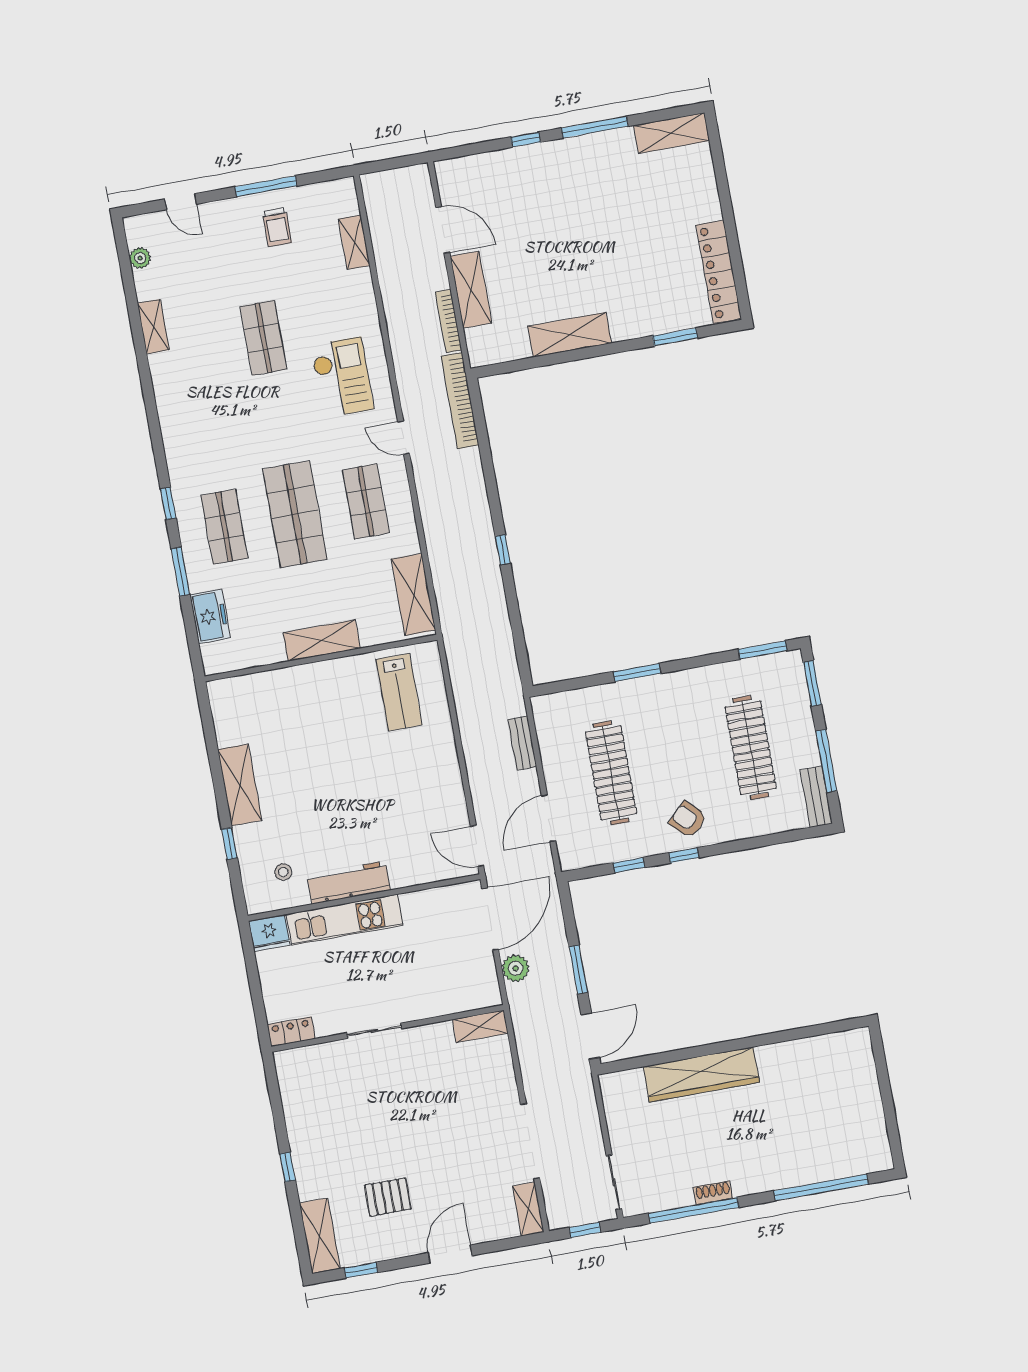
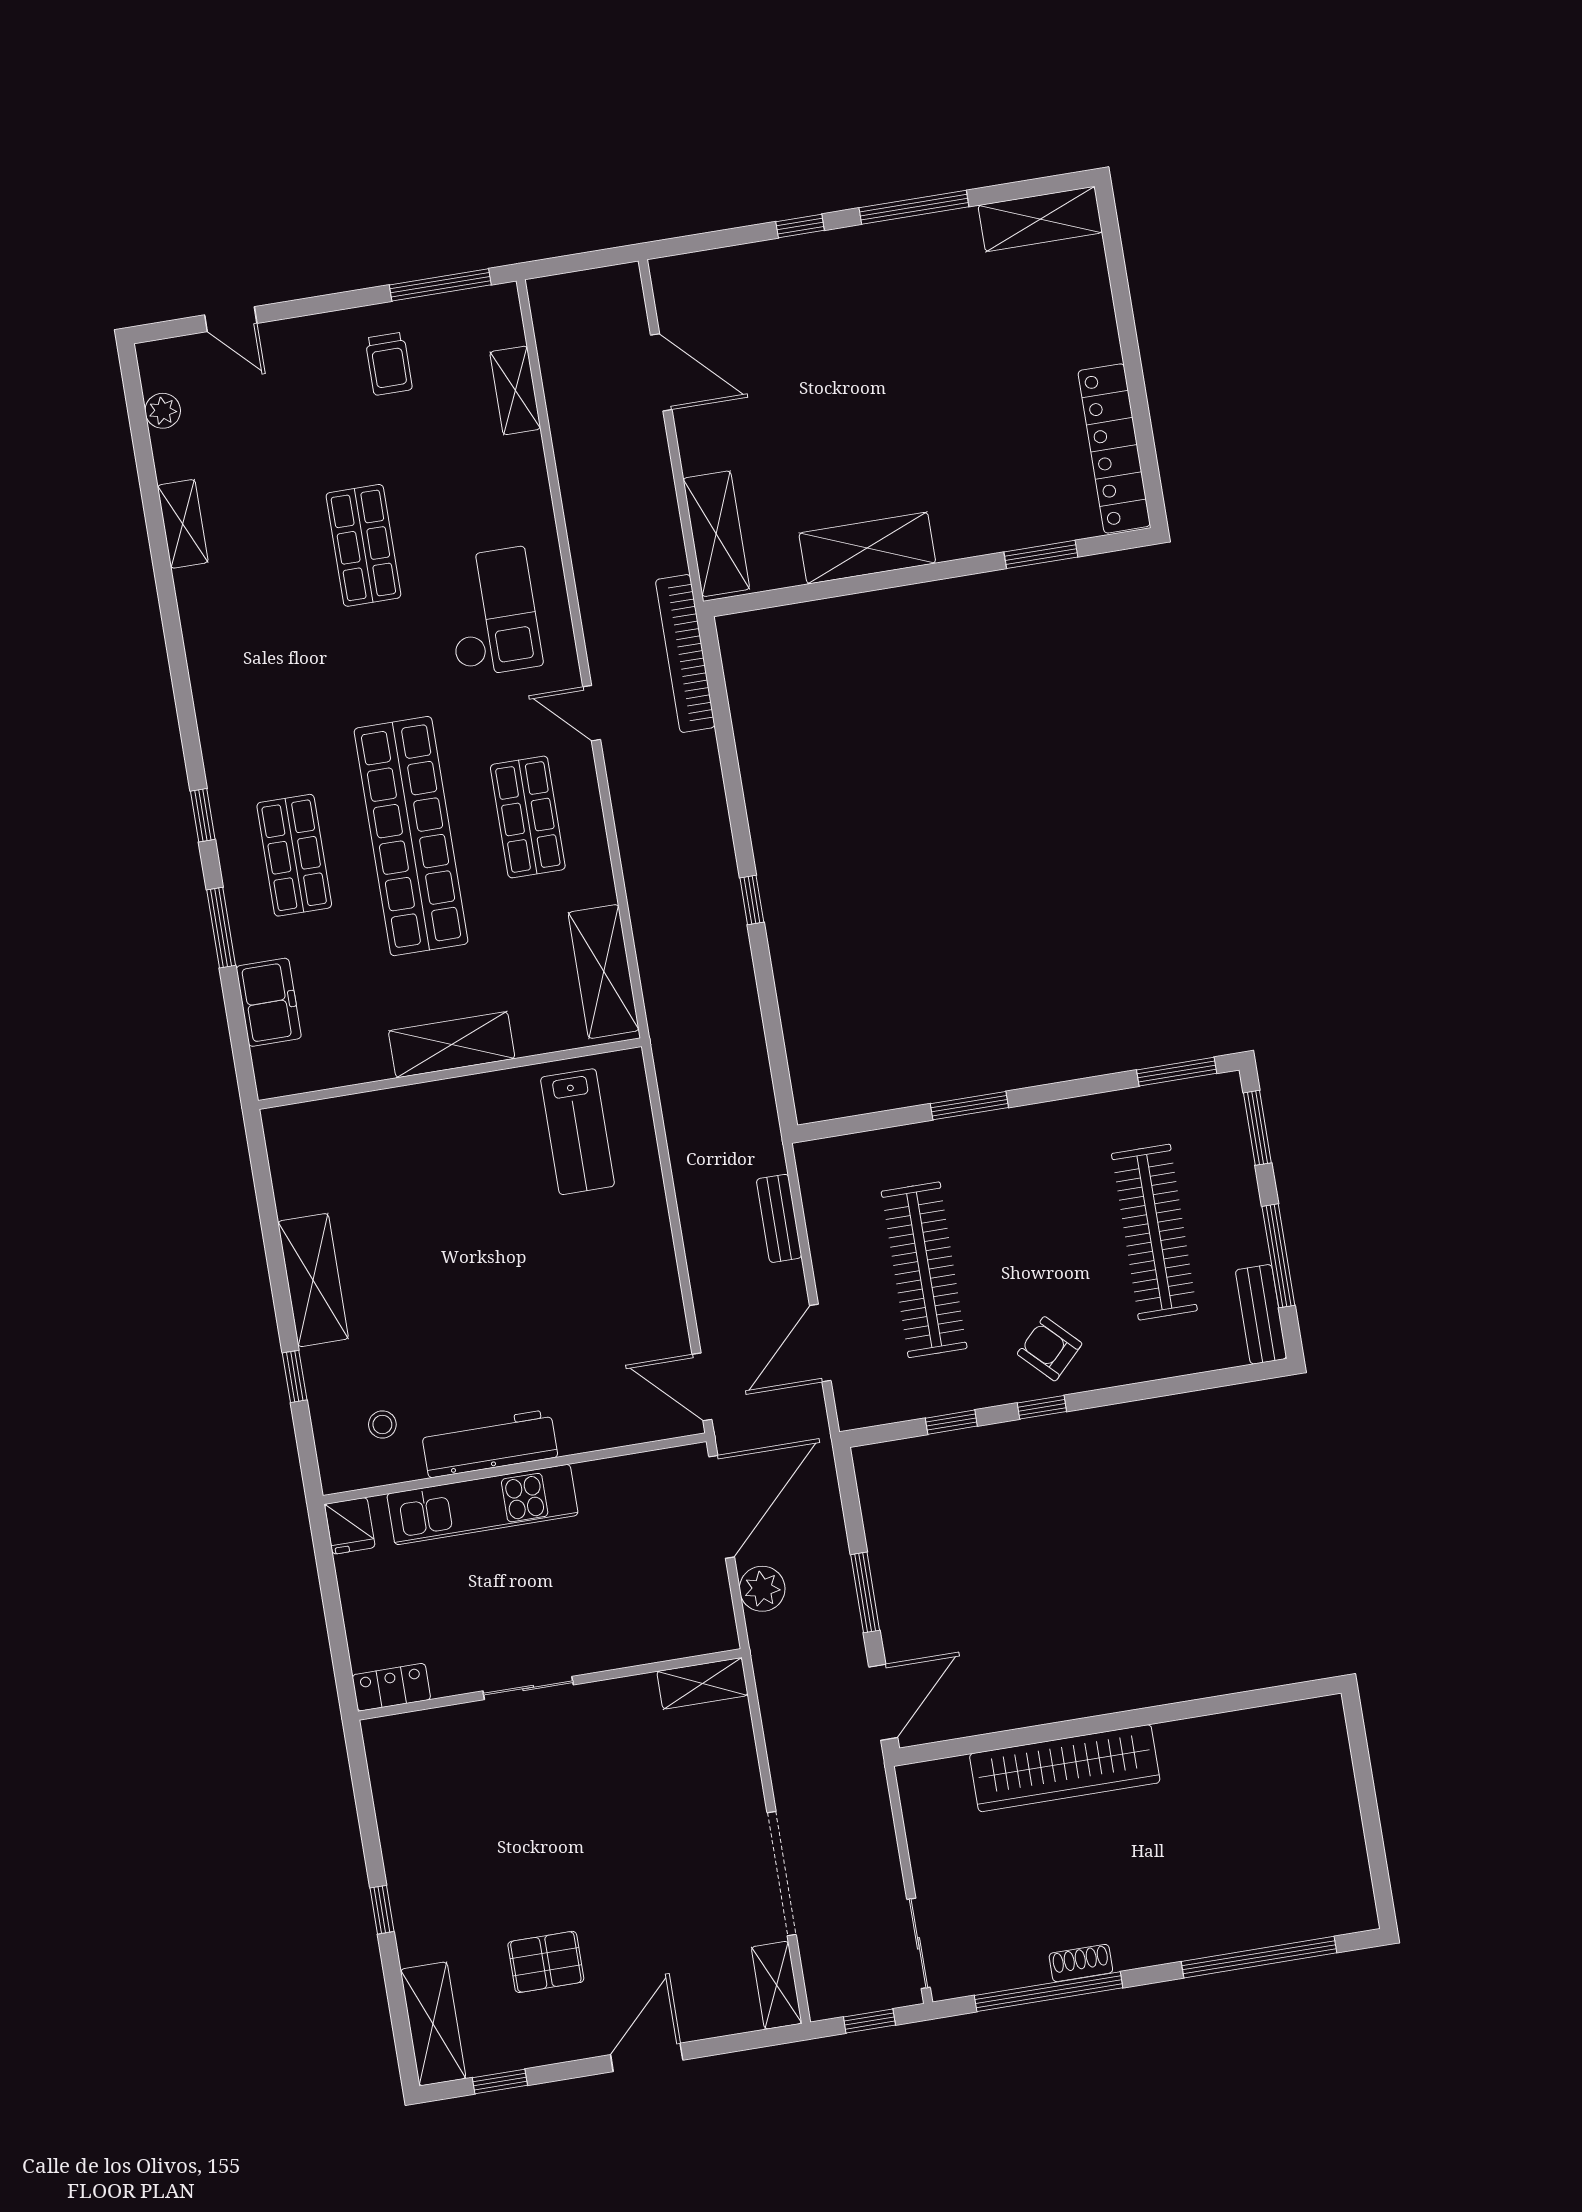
window: (266, 186) -> (440, 285), moved
shelving: (471, 290) -> (716, 534), moved
bookcase: (448, 321) -> (668, 522), removed
shop shelf: (295, 514) -> (411, 836), width x1.40
fridge: (269, 933) -> (350, 1526), width x0.72

